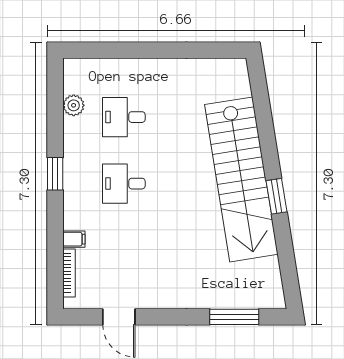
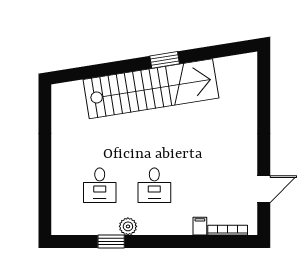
plant: (74, 105) -> (128, 226), moved
window: (55, 174) -> (111, 242), moved
window: (234, 317) -> (264, 95), removed

